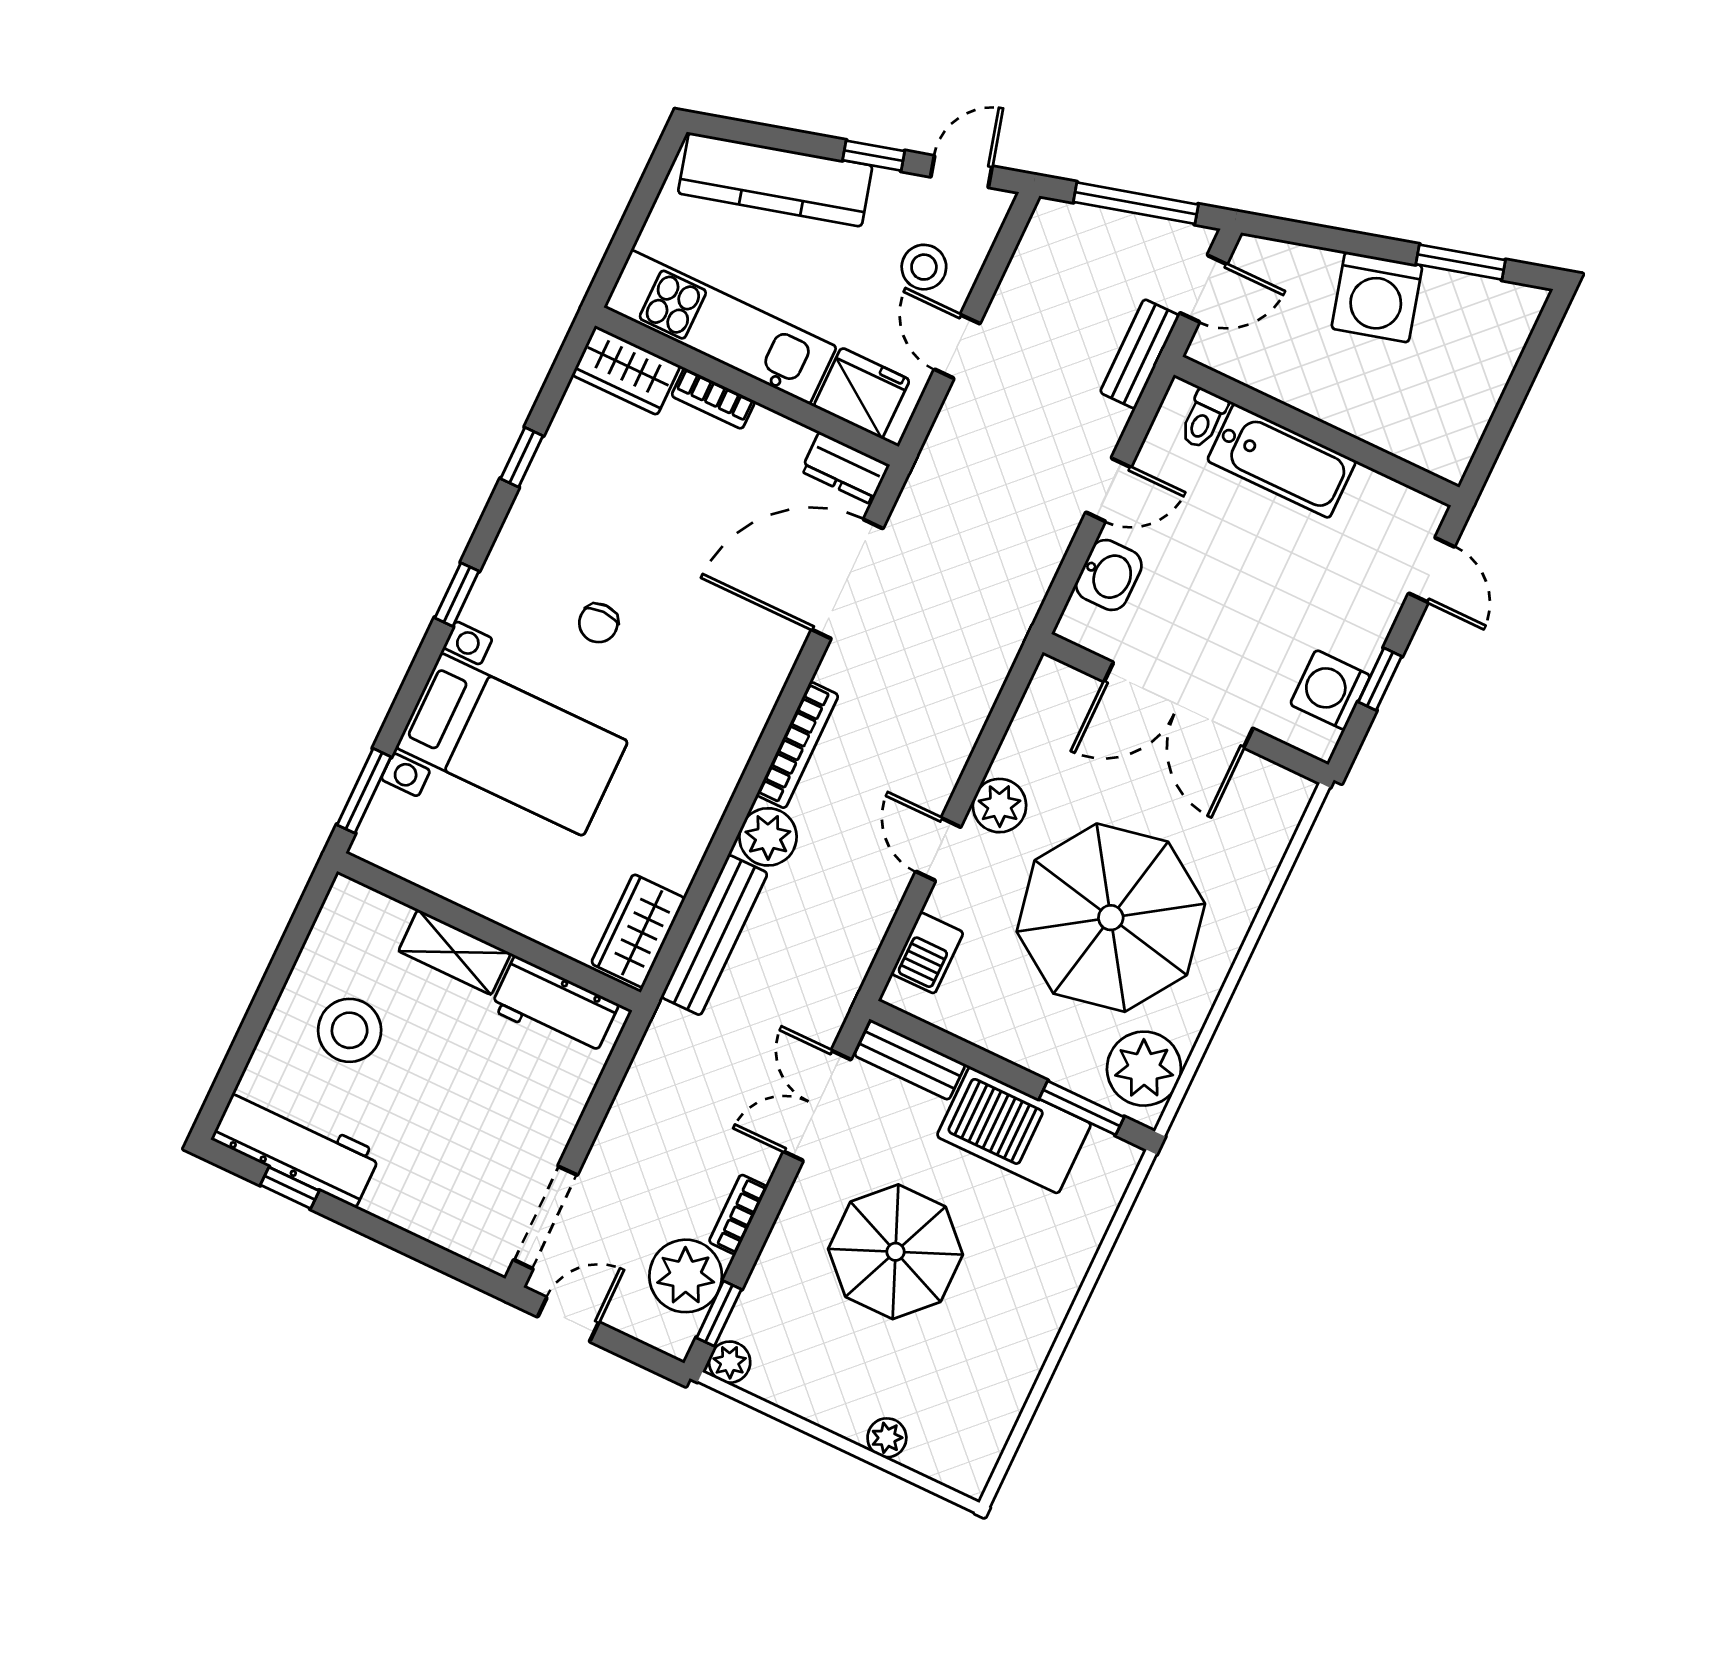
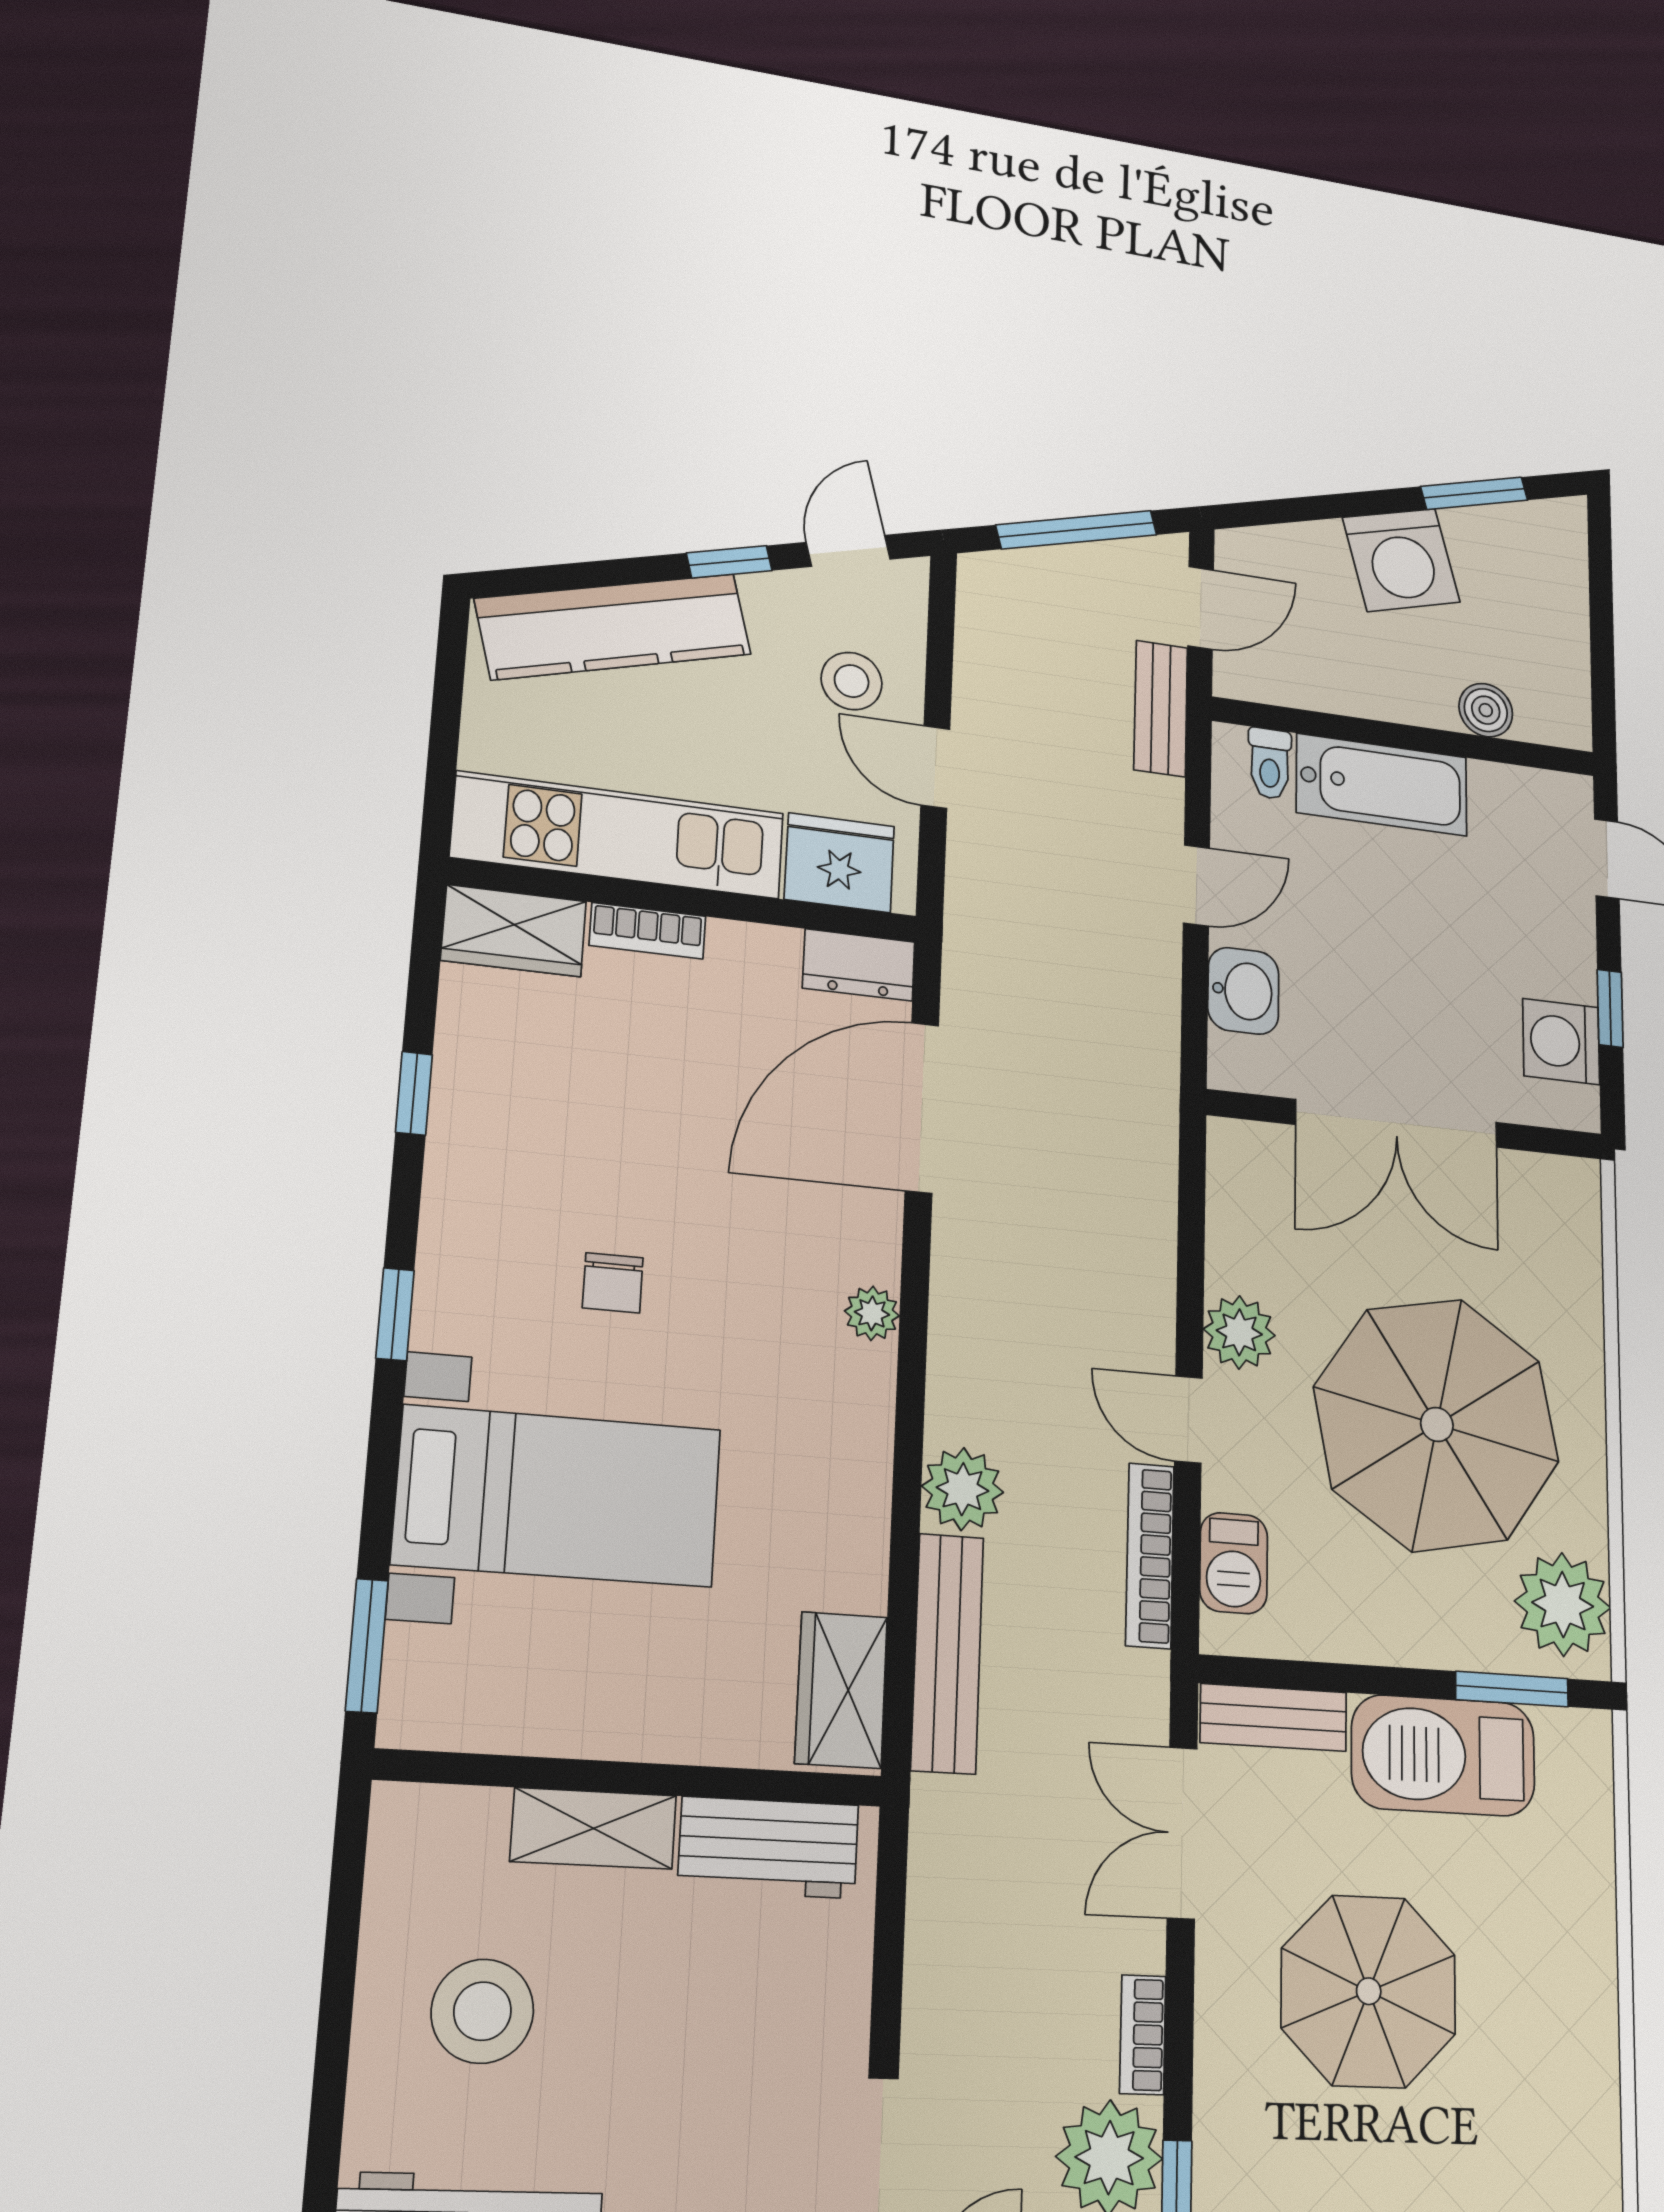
boiler: (1389, 430) -> (1486, 710), added
plant: (757, 703) -> (872, 1313), added
bookcase: (798, 745) -> (1150, 1556), moved, turned 180

